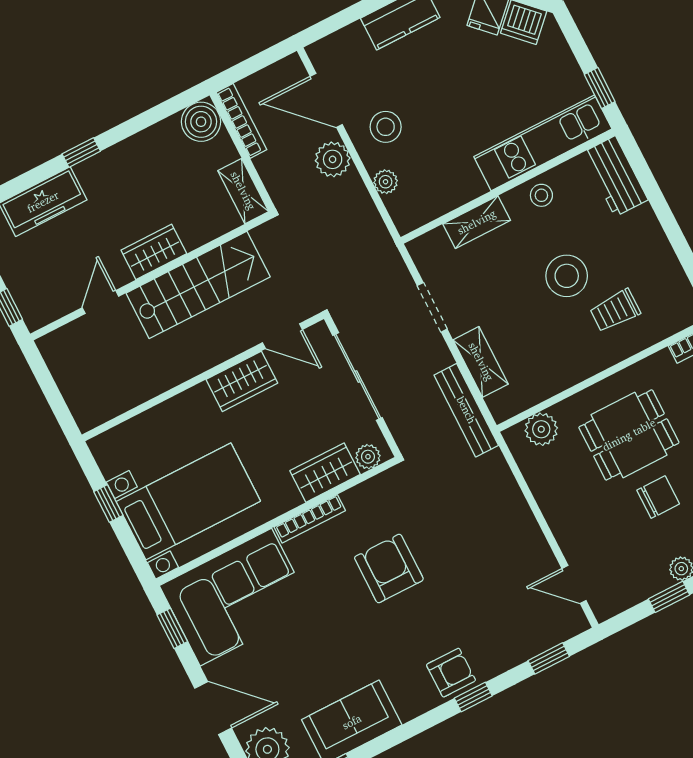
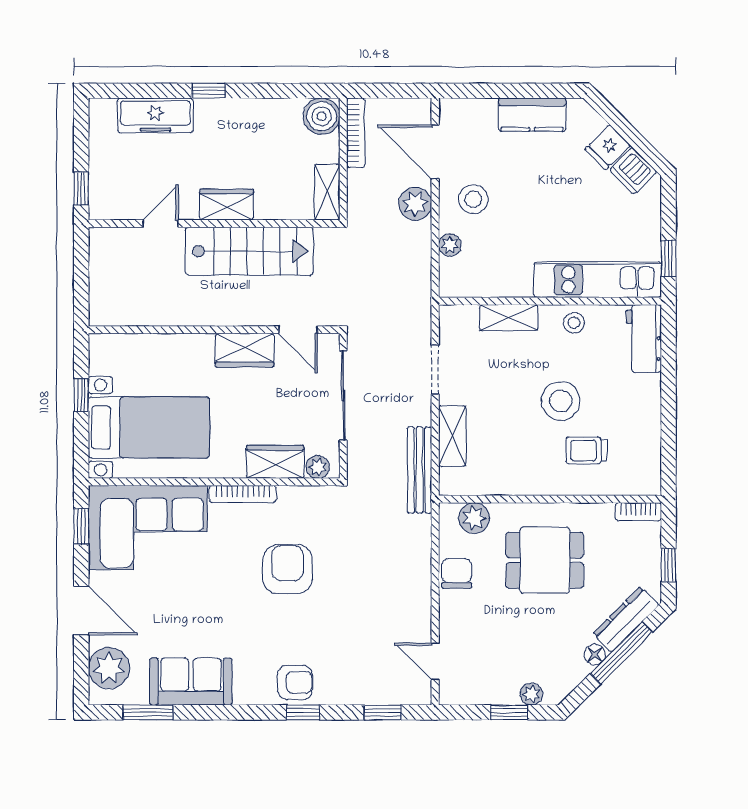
chair: (658, 497) -> (457, 573), moved, turned -90

